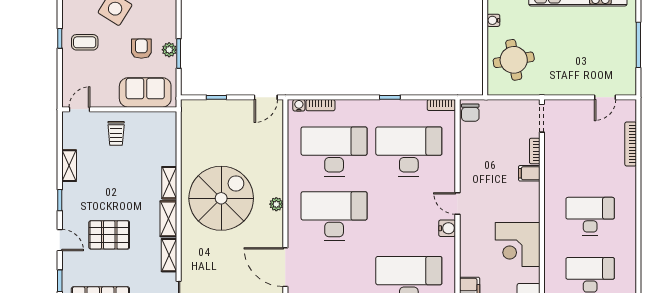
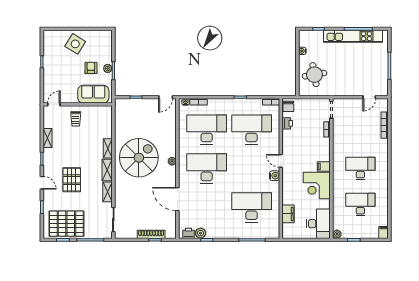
coffee table: (85, 42) -> (57, 64), removed
printer: (468, 141) -> (287, 123), added
filing cabinet: (529, 173) -> (324, 167), moved
pallet: (109, 235) -> (72, 180), turned 90

